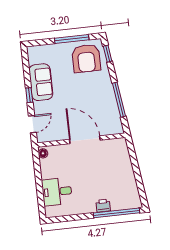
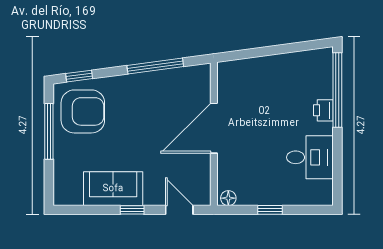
window: (39, 180) -> (270, 210), added
desk: (57, 192) -> (310, 157), moved, turned -90

